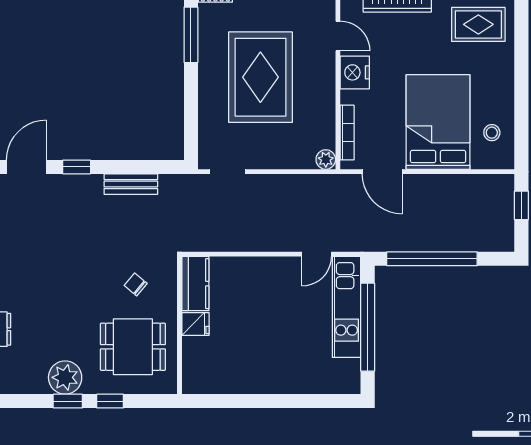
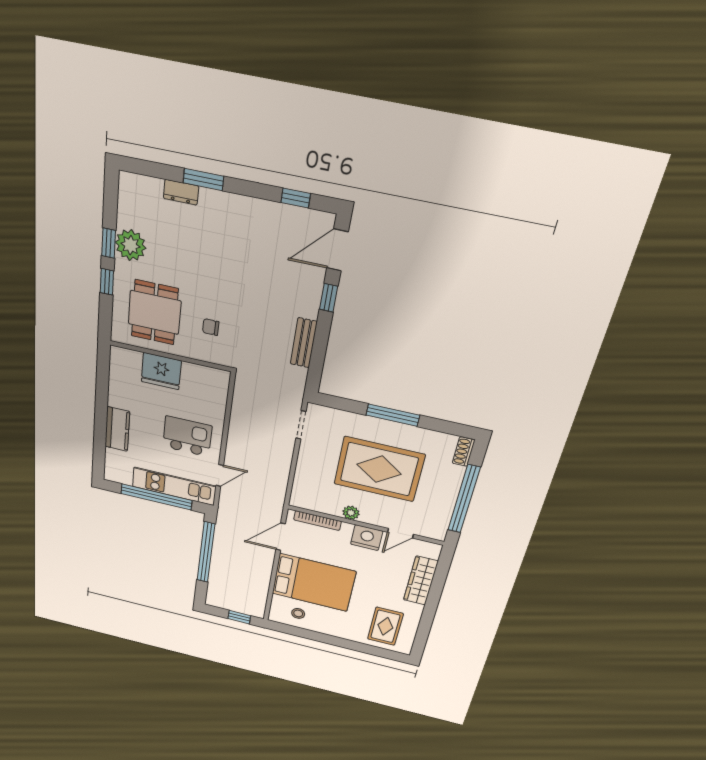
window: (191, 35) -> (393, 415), moved
plant: (326, 160) -> (351, 513), moved
door: (26, 167) -> (337, 250), swing flipped
door: (317, 254) -> (220, 475), swing flipped
chair: (136, 284) -> (211, 327), turned -130
kitchen counter: (195, 284) -> (117, 429), moved, turned -90
kitchen island: (275, 297) -> (187, 436), added
fridge: (195, 324) -> (161, 371), width x1.88, depth x1.34

